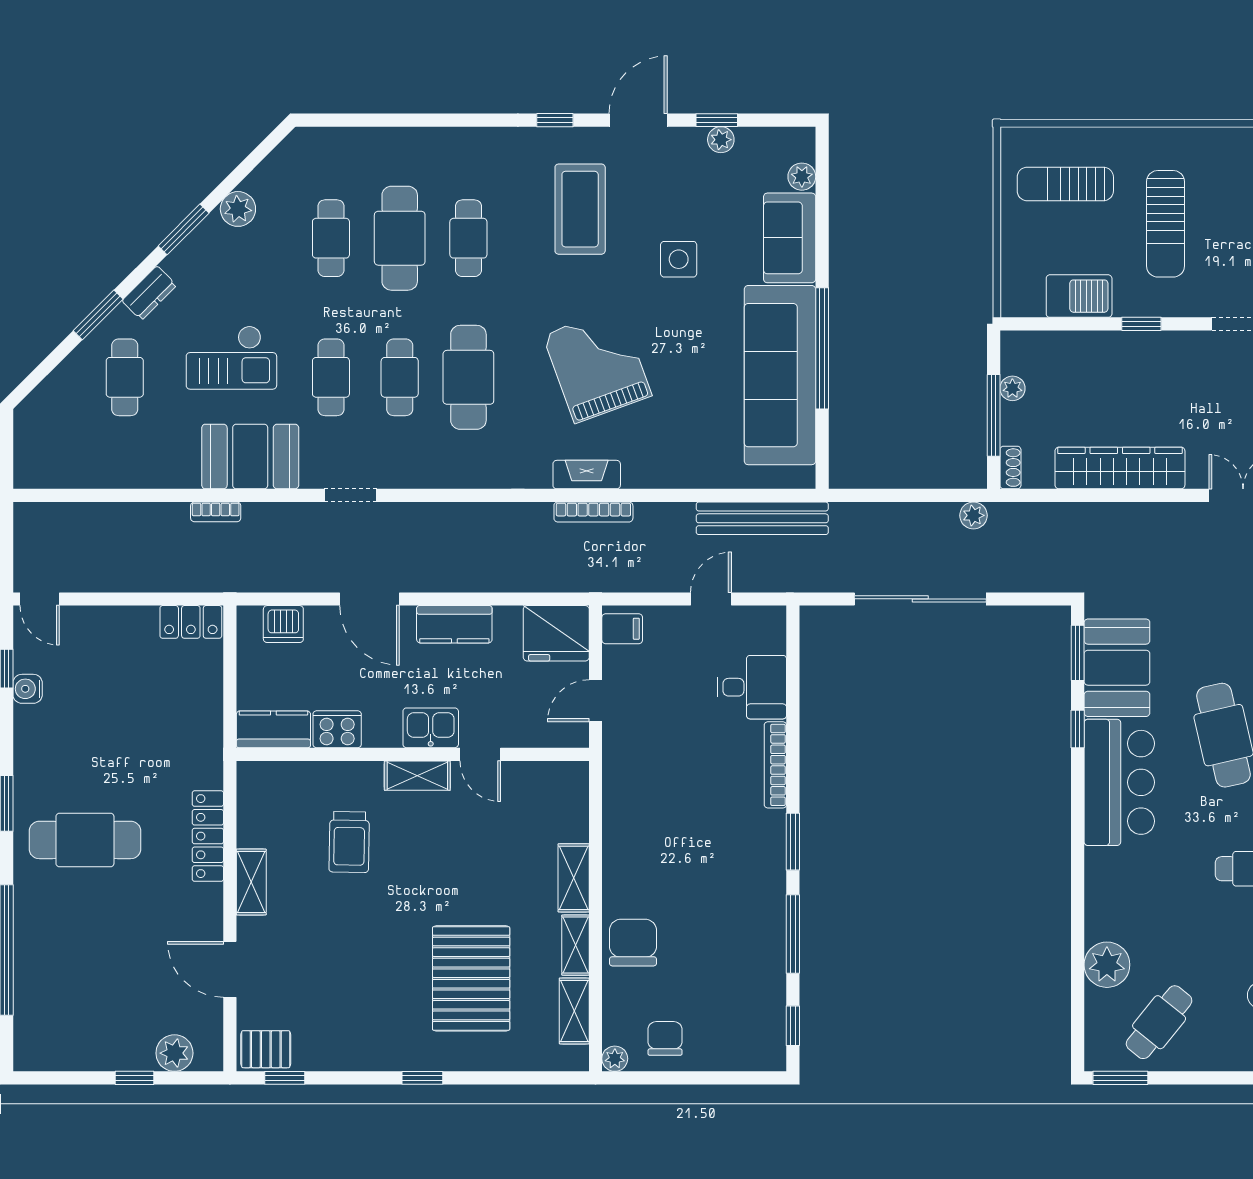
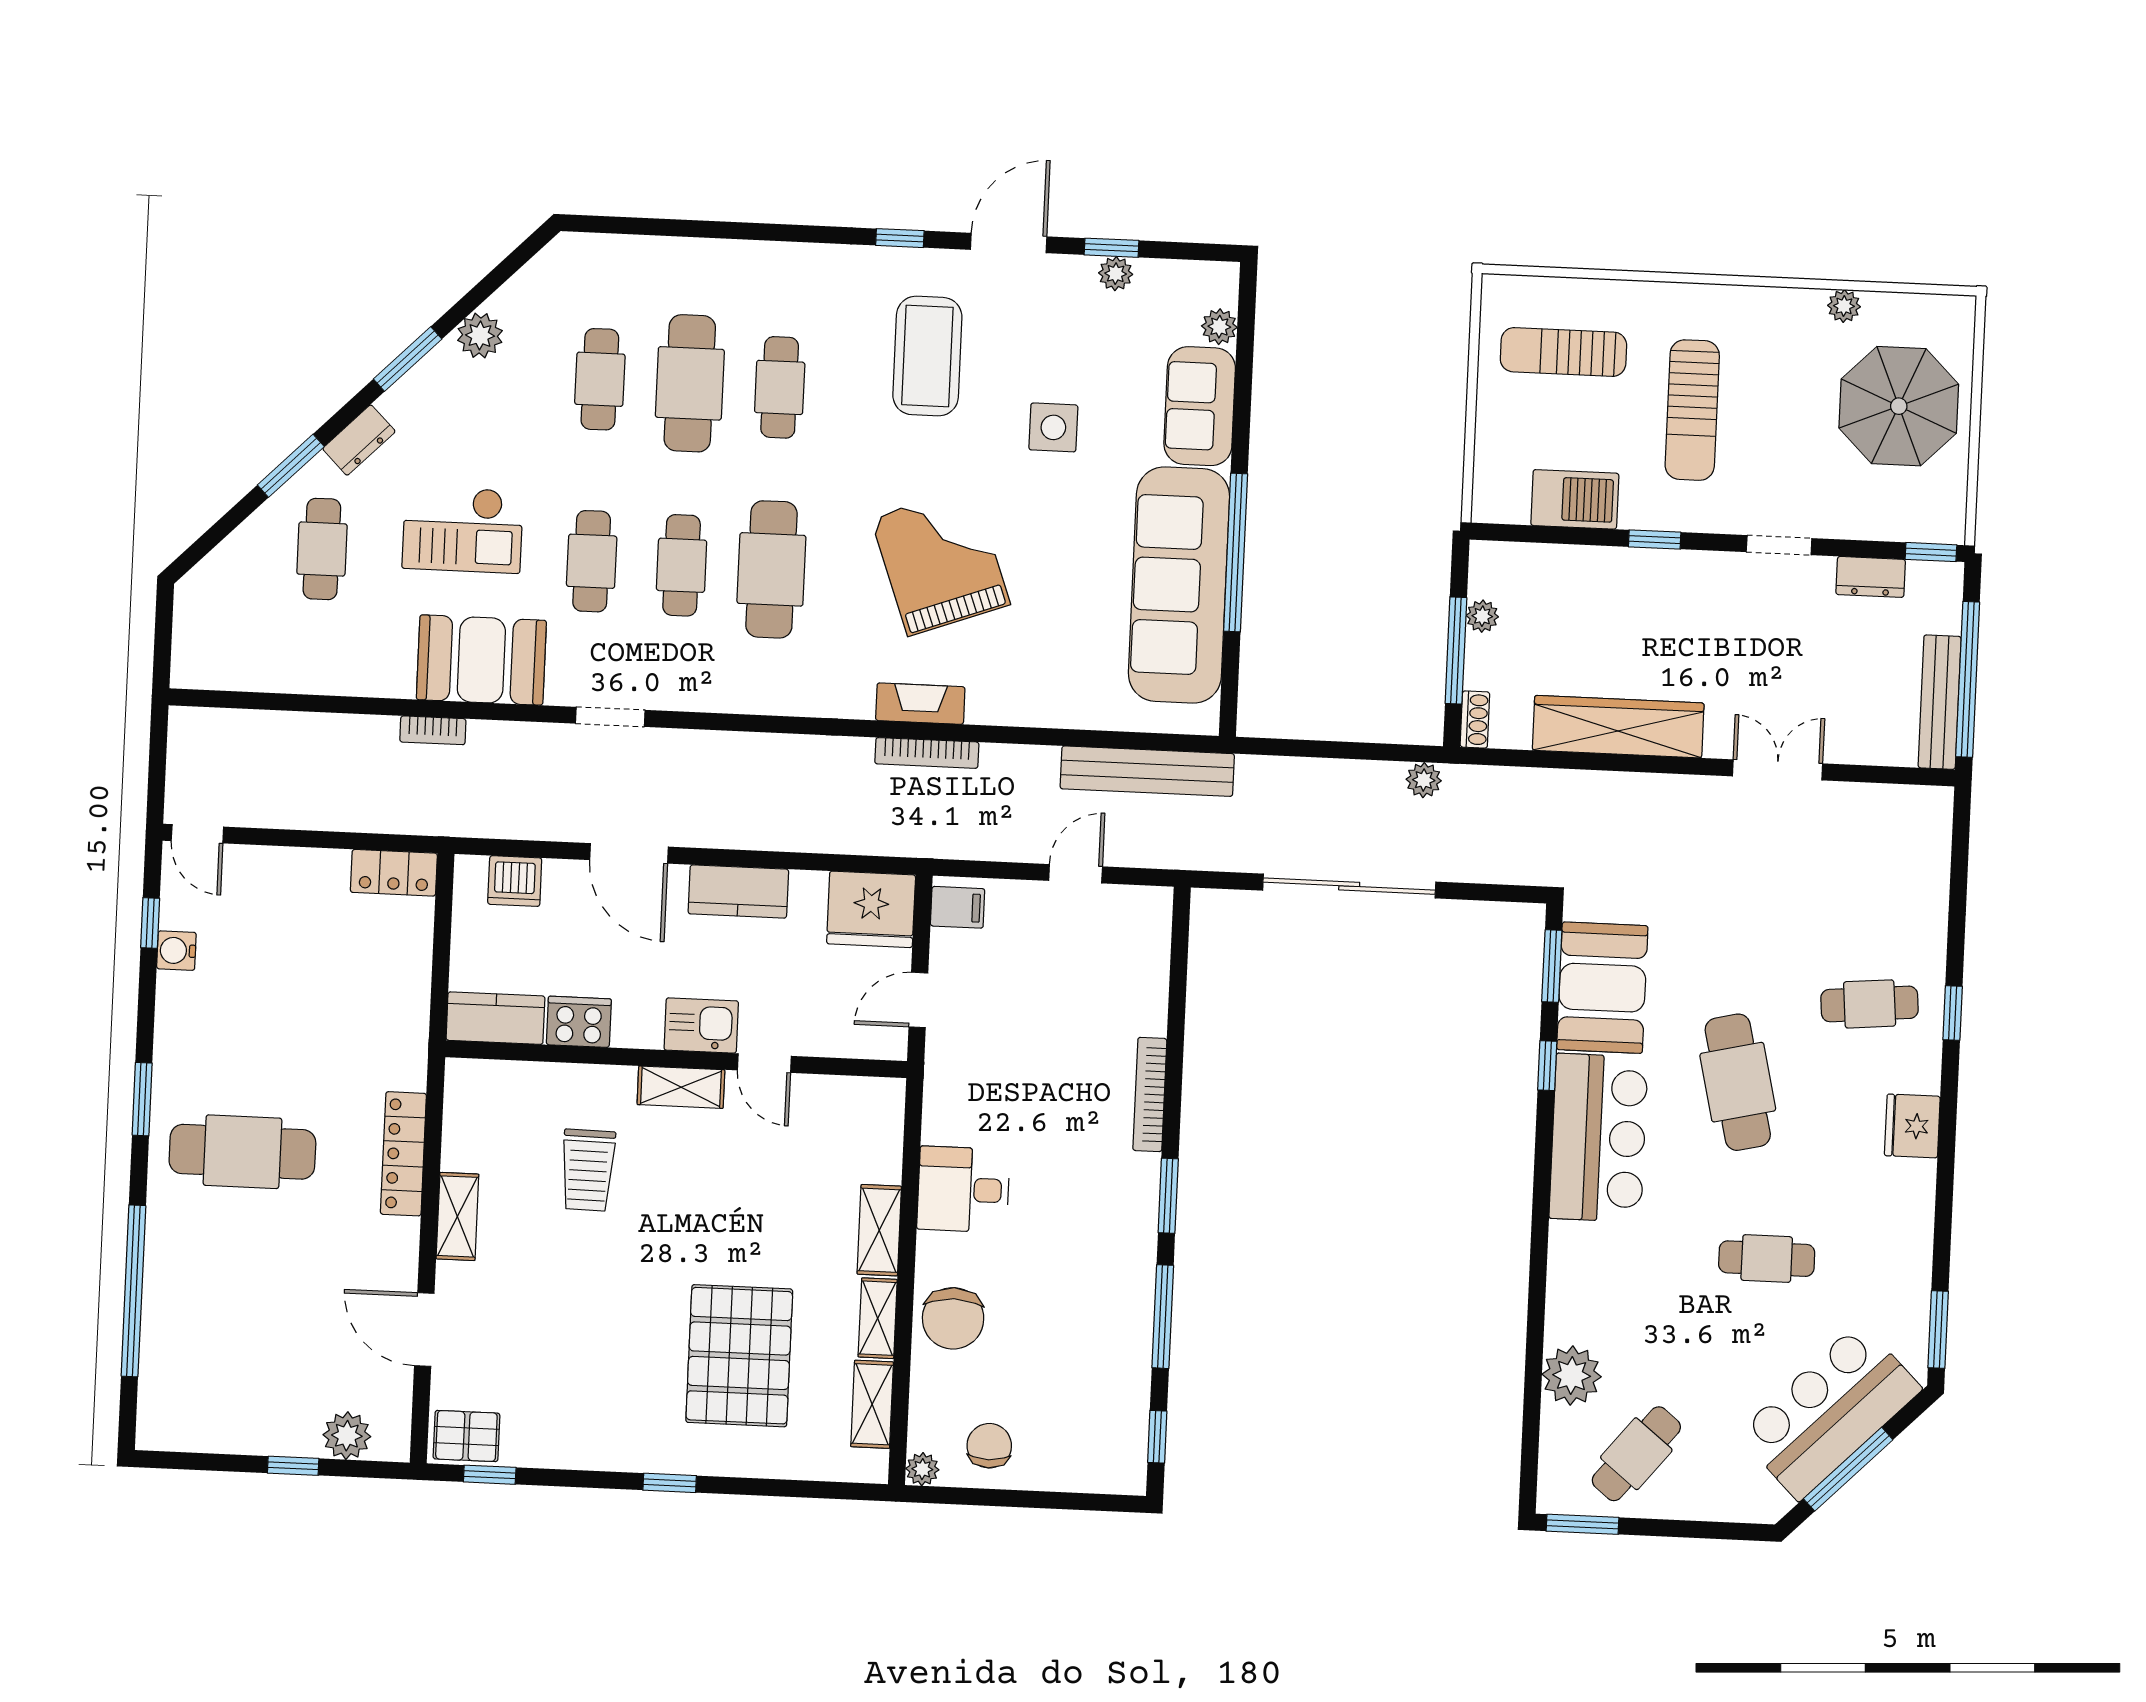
desk: (752, 687) -> (963, 1189), moved, turned 180
chair: (633, 943) -> (953, 1318), turned 180

